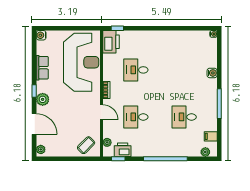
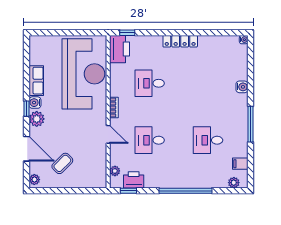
water cooler: (41, 35) -> (35, 103), moved
locker: (161, 35) -> (180, 41), added
coffee table: (86, 145) -> (62, 163), moved

